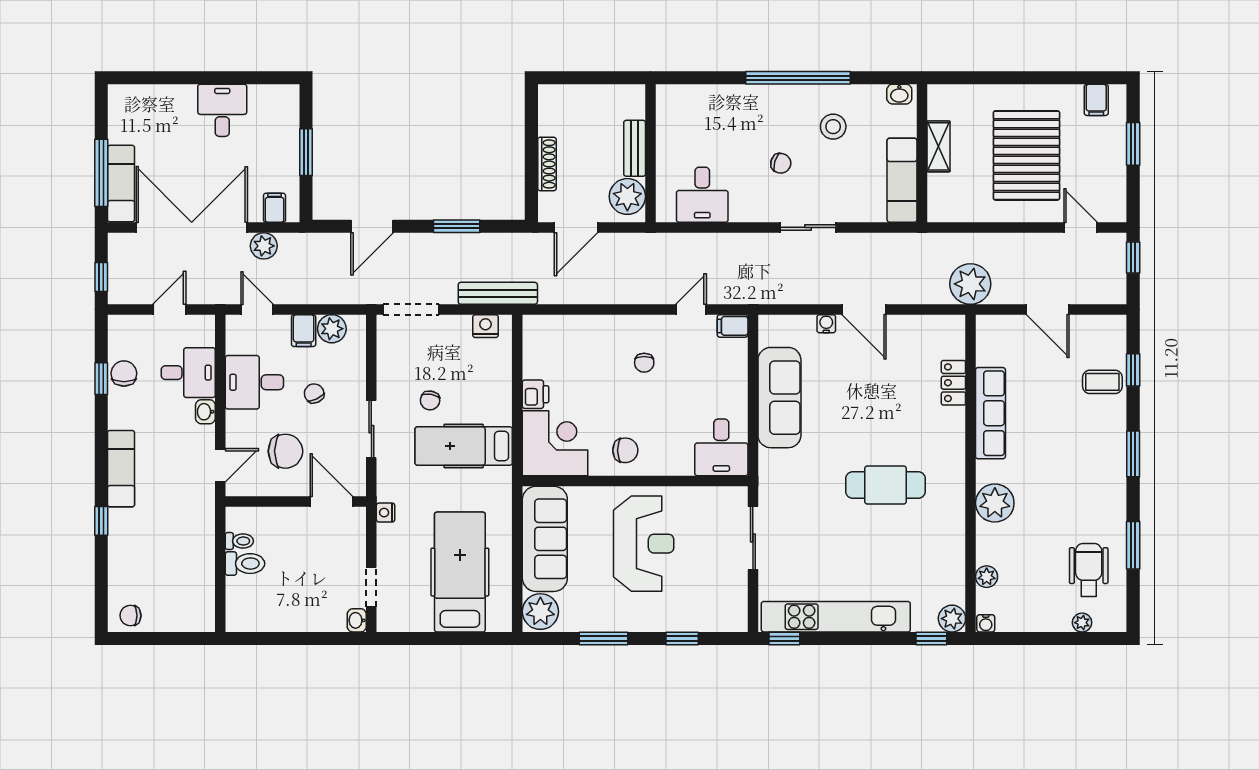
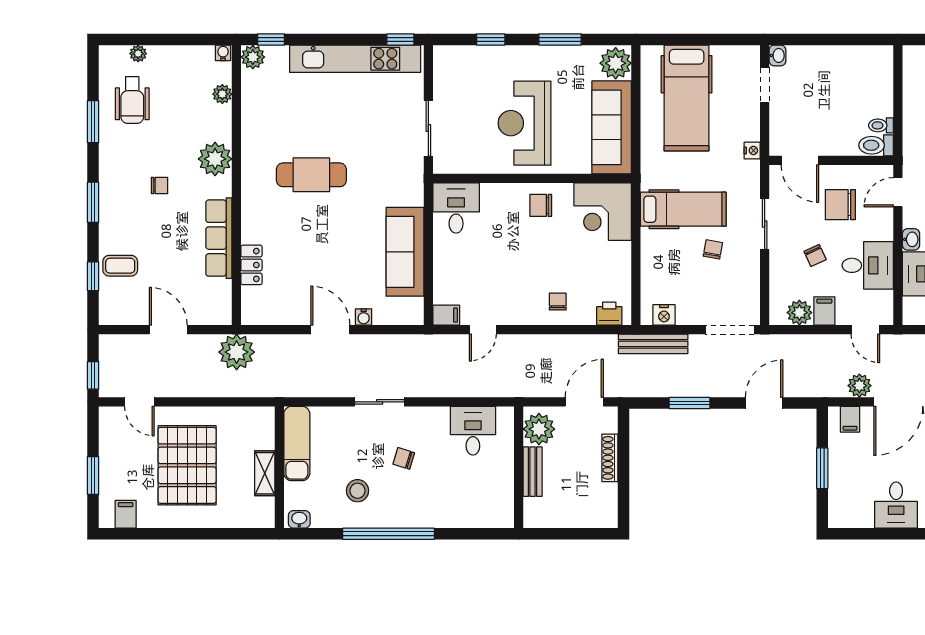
chair: (644, 363) -> (558, 302), moved
printer: (535, 394) -> (609, 314), moved, turned 90
chair: (1058, 473) -> (159, 185), added
toilet: (245, 564) -> (876, 145), moved

